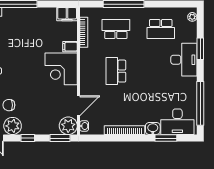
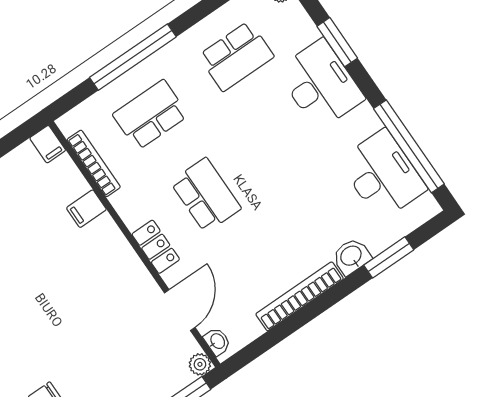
filing cabinet: (67, 14) -> (48, 144), width x0.50
corner desk: (61, 69) -> (99, 263), removed
school desk: (116, 71) -> (206, 195), turned 180
locker: (85, 77) -> (156, 247), added
desk: (177, 122) -> (383, 175), moved, turned -90
plant: (68, 126) -> (200, 364), width x0.53, depth x0.53

